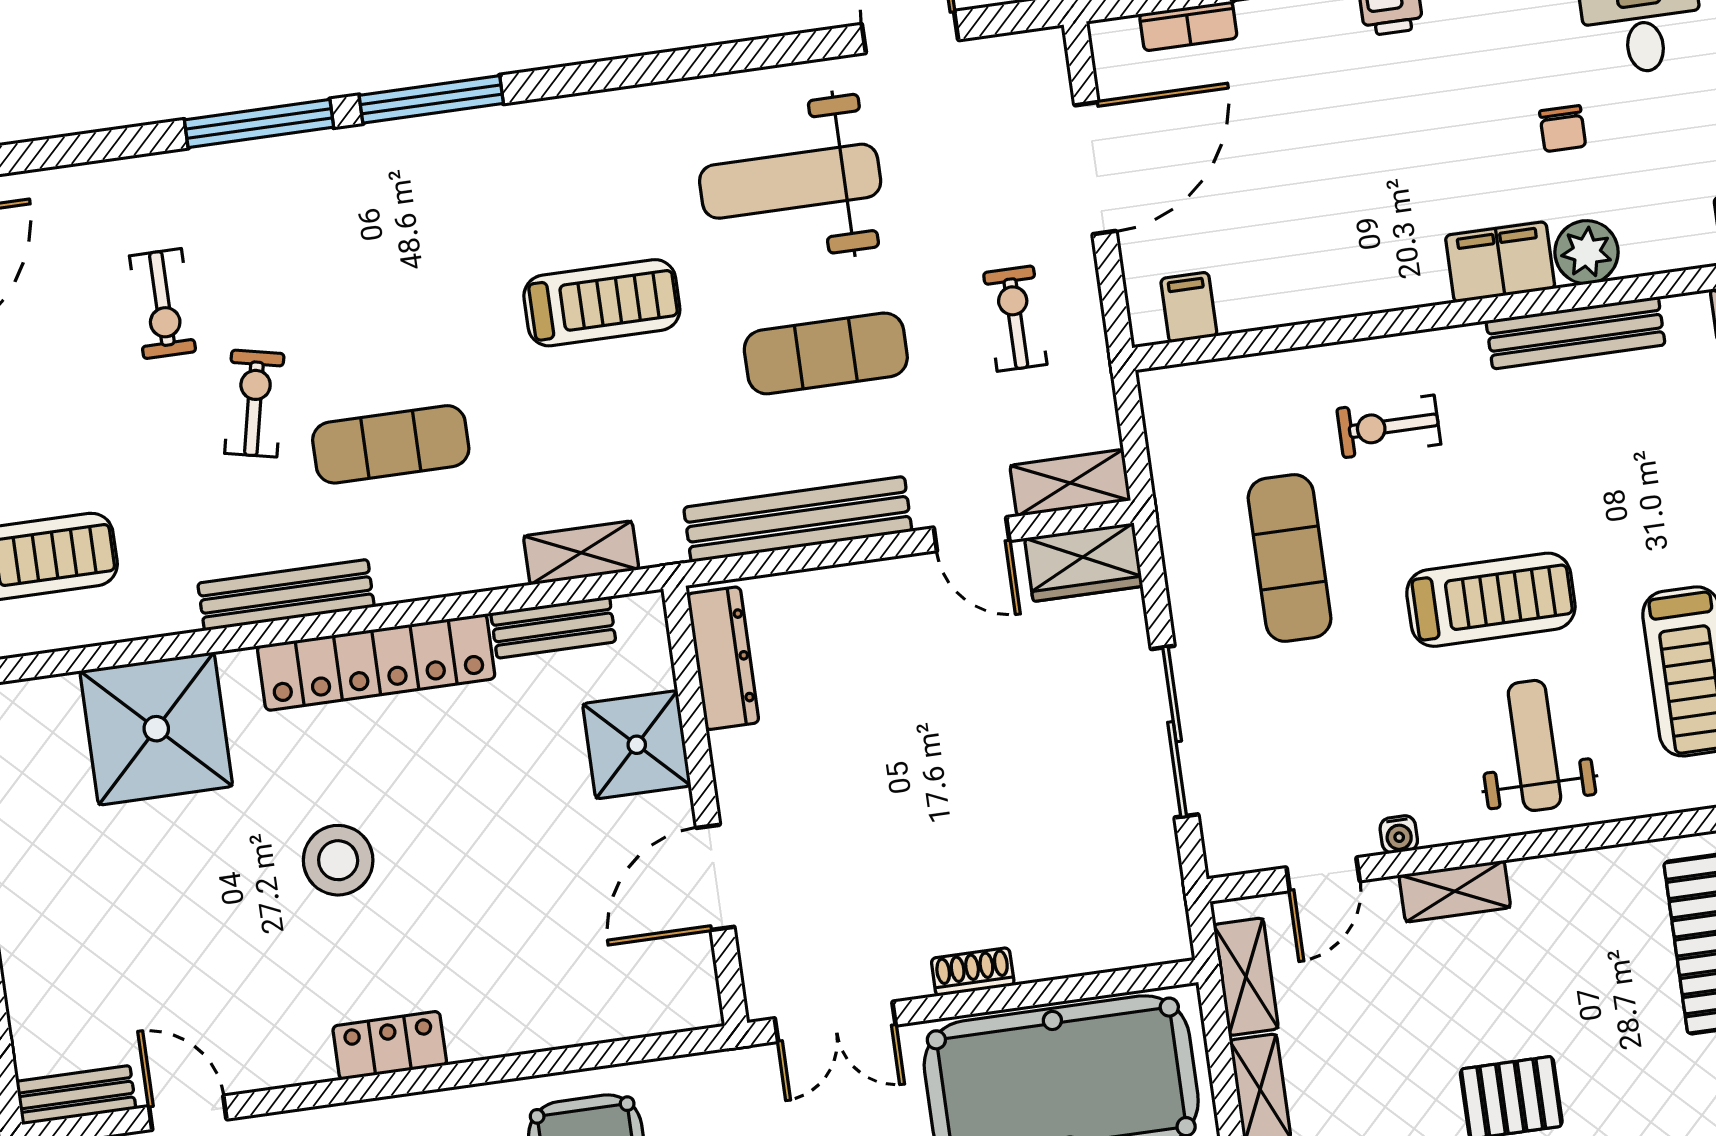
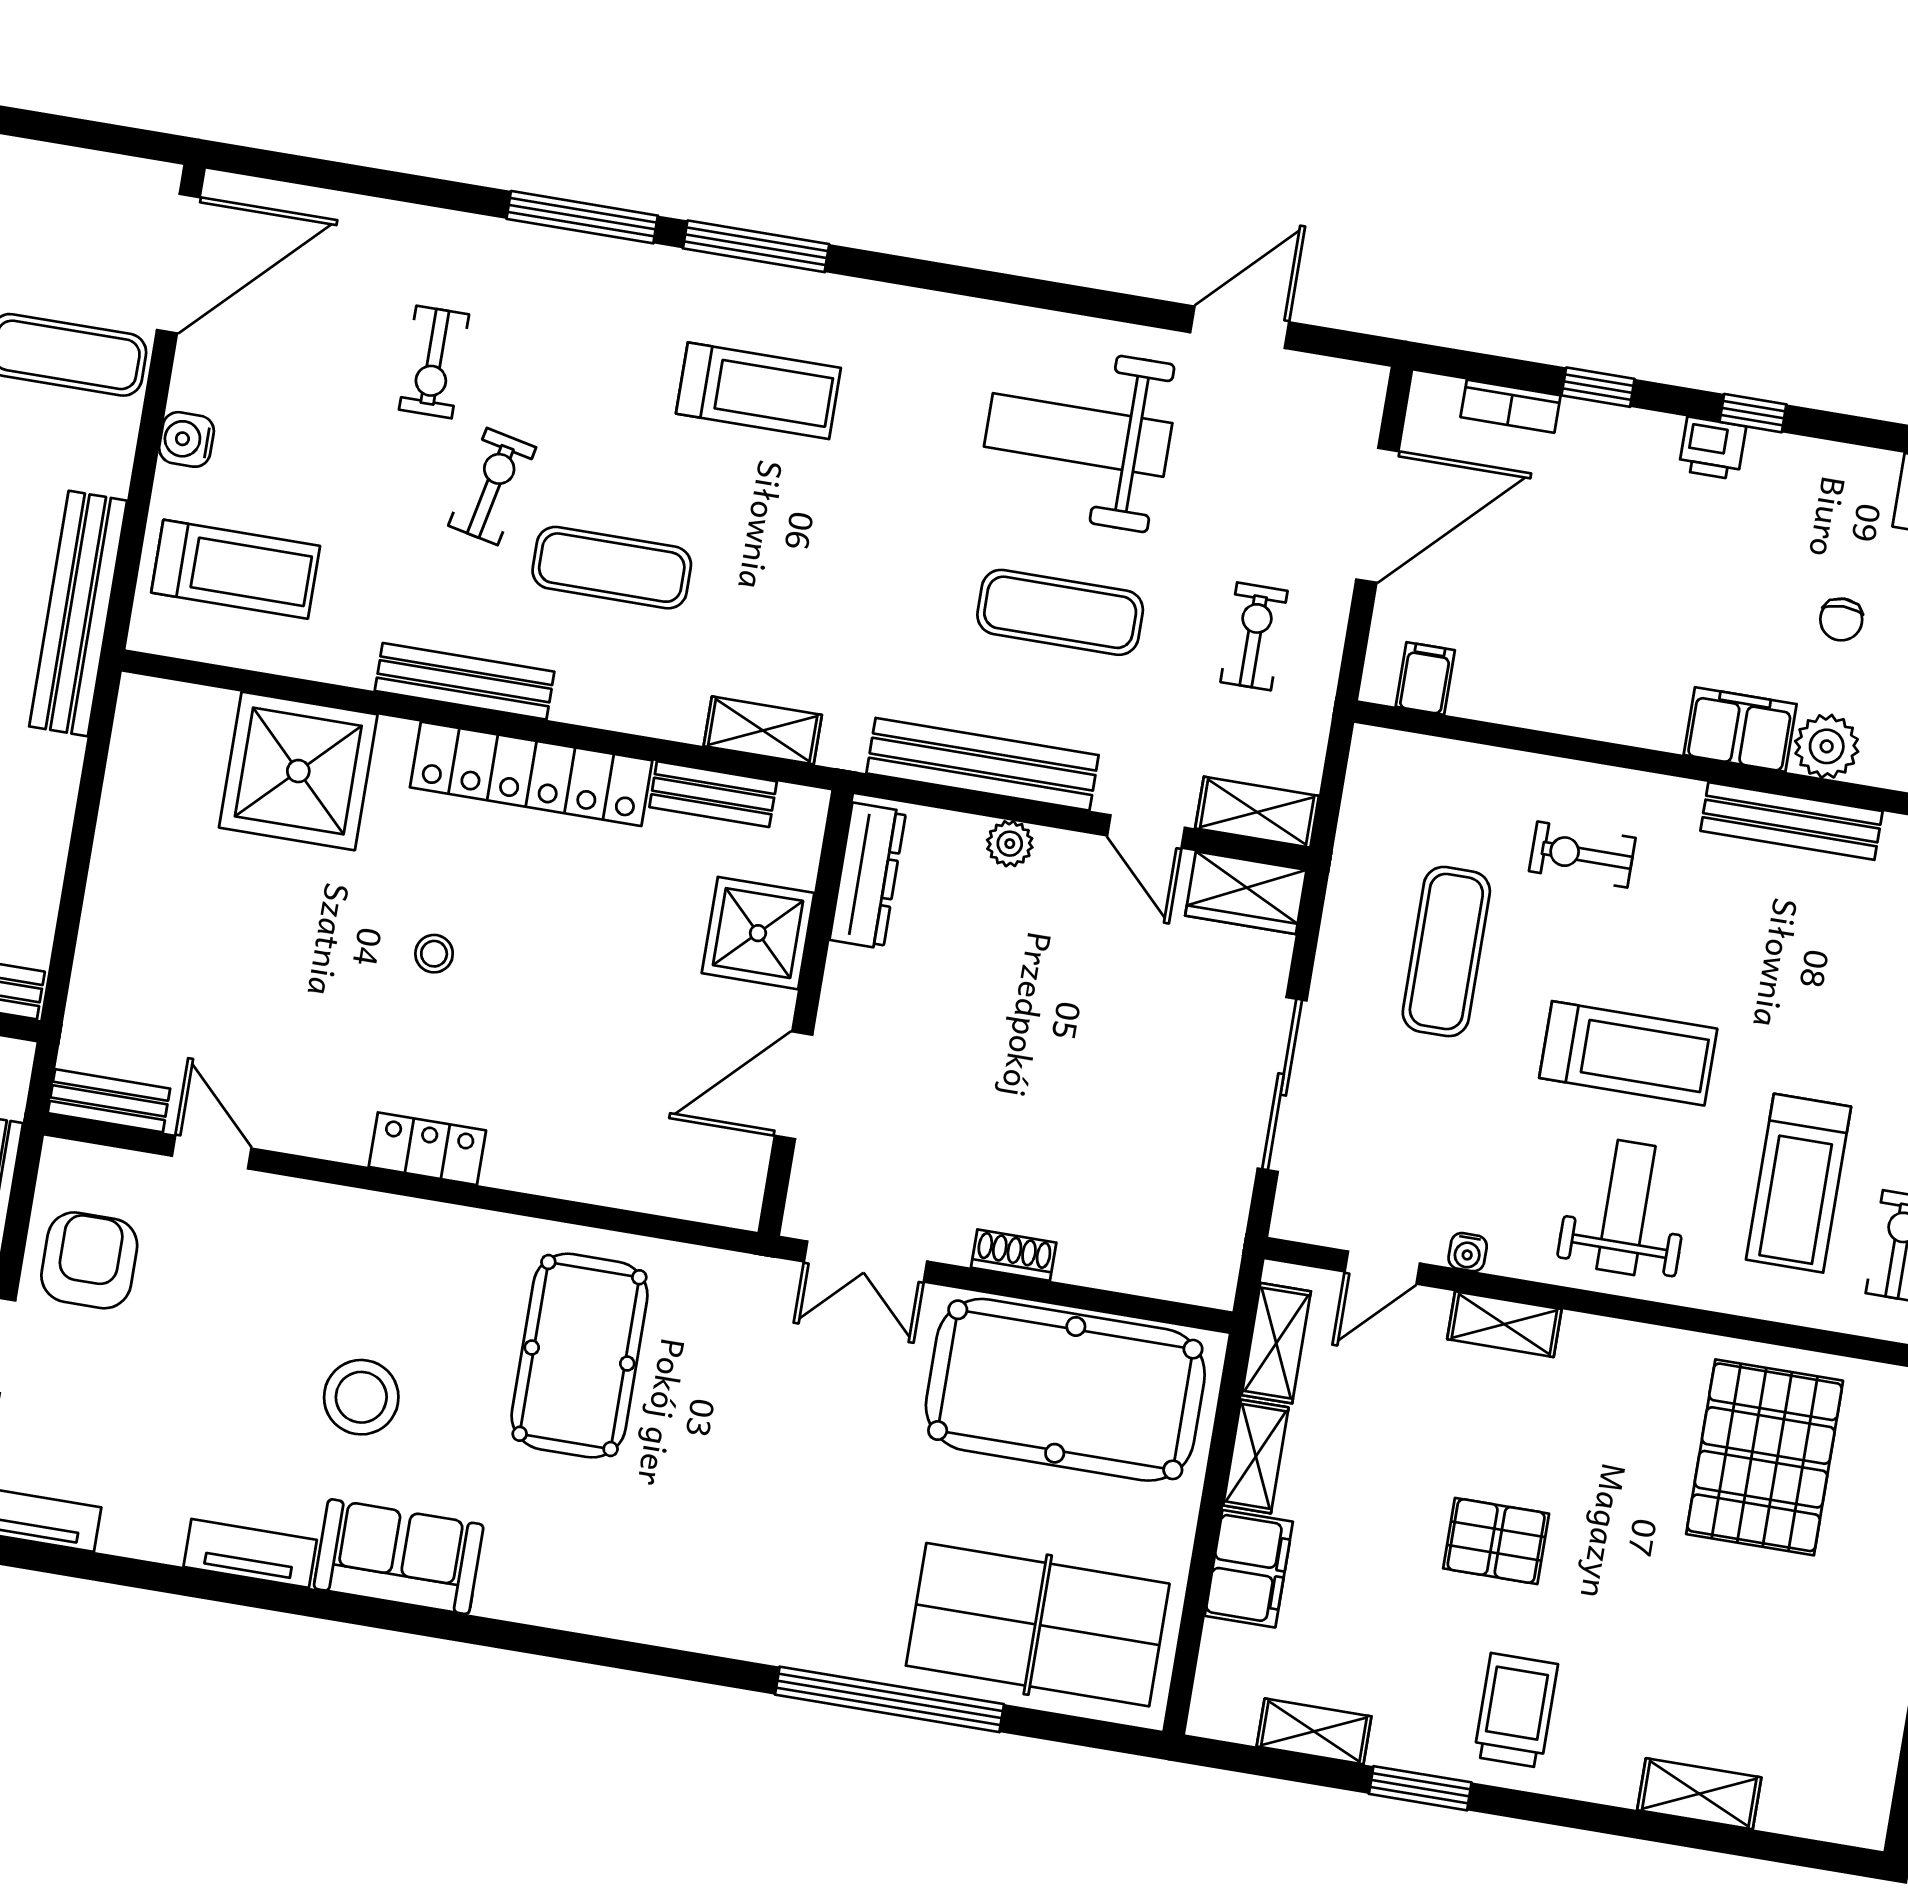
treadmill: (602, 303) -> (758, 391), moved
plant: (847, 586) -> (1010, 844), added
stool: (338, 860) -> (434, 954), width x0.53, depth x0.53

